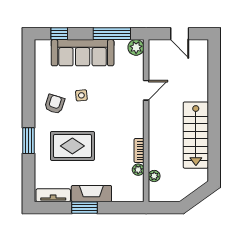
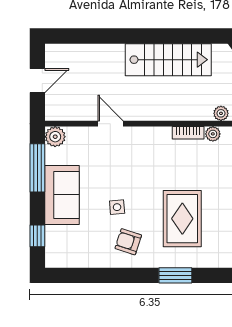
sofa: (83, 53) -> (62, 195), width x0.73

